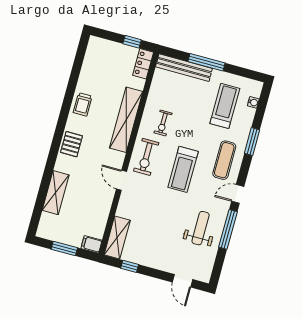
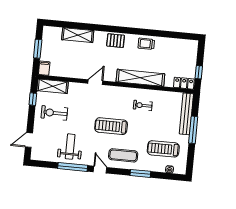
treadmill: (225, 106) -> (163, 149), turned 180
exercise bike: (146, 157) -> (54, 113), moved
weight bench: (201, 228) -> (70, 147), turned -90

